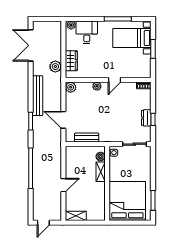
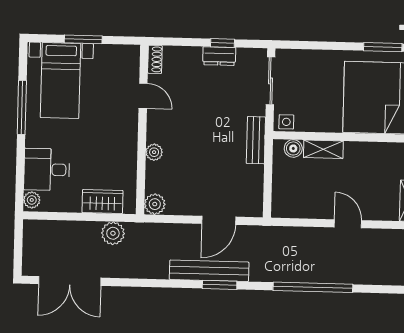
door: (114, 80) -> (143, 96), moved
bench: (38, 96) -> (209, 271), moved
bench: (87, 138) -> (256, 140), moved

